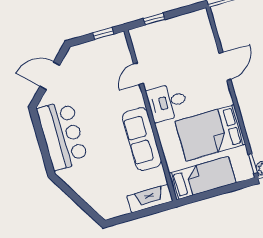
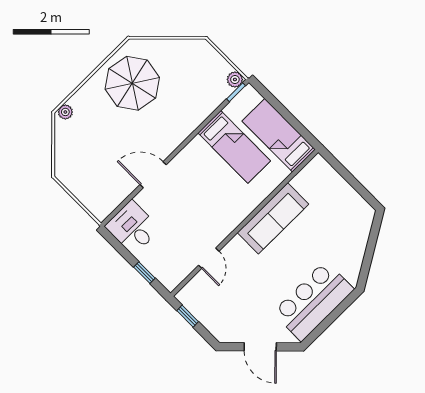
door: (138, 74) -> (209, 258), hinge flipped
desk: (167, 102) -> (133, 228), moved, turned 180
bed: (210, 133) -> (234, 147), width x0.67
fireplace: (150, 198) -> (329, 177), removed

